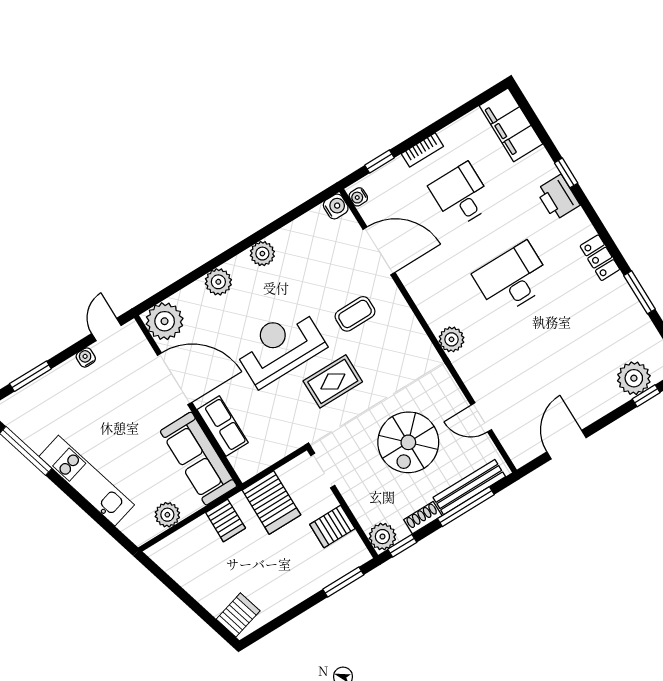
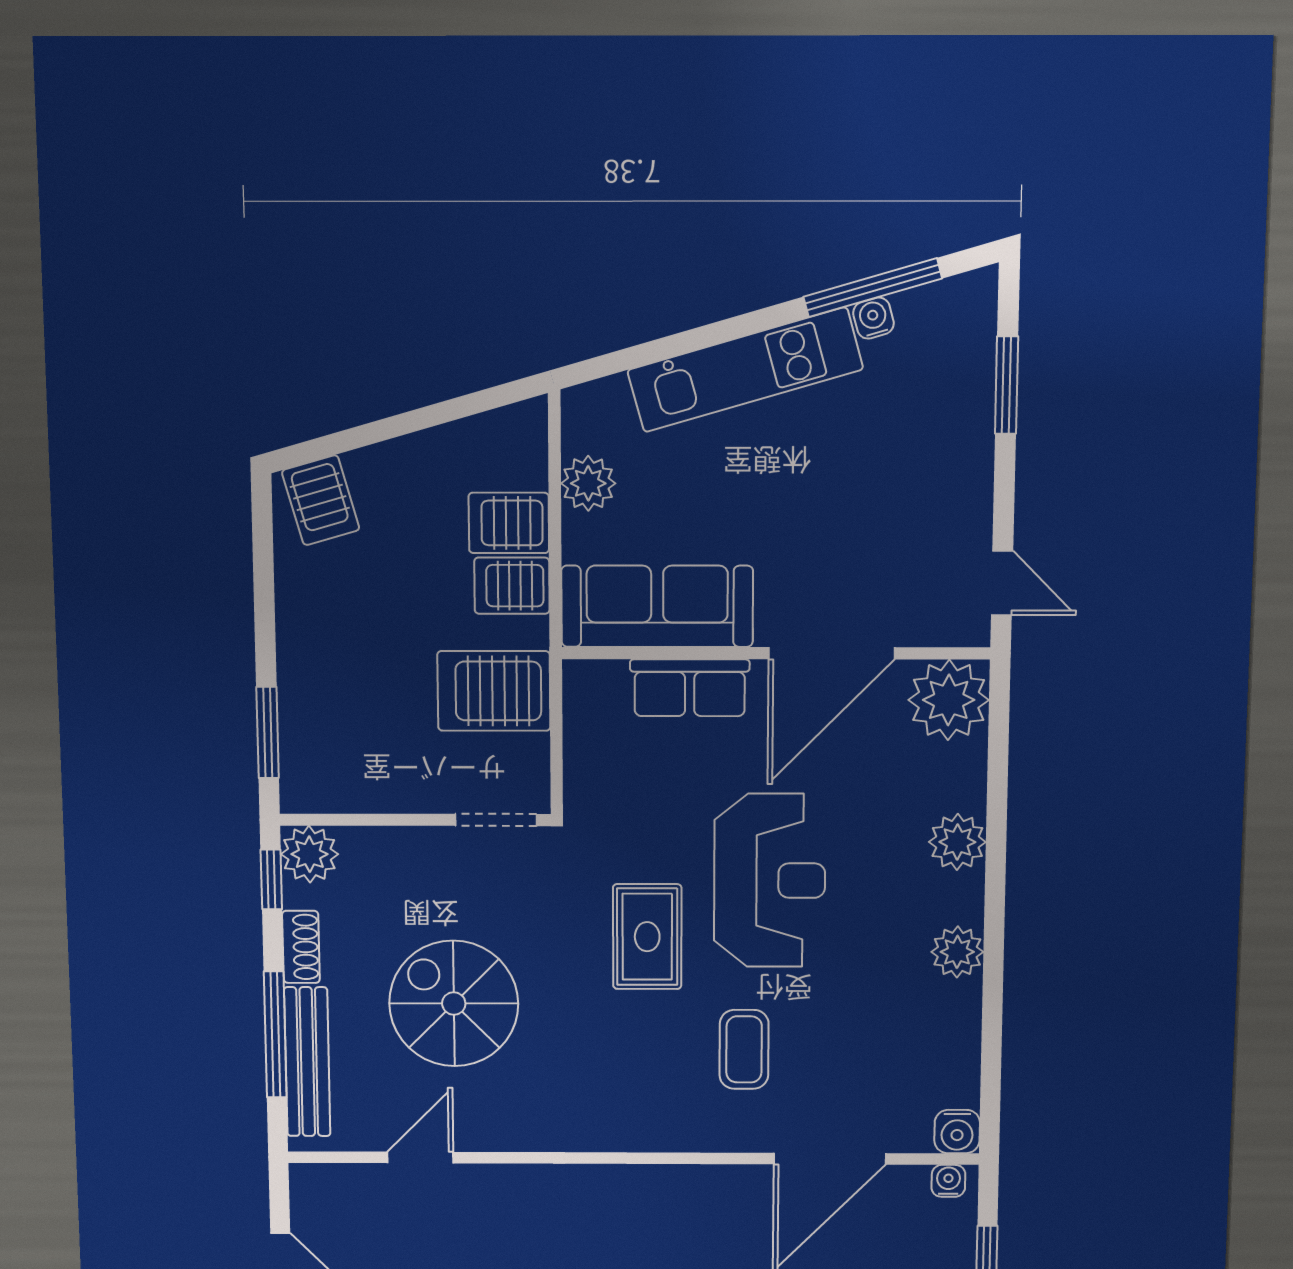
plant: (451, 339) -> (592, 1189), removed
water cooler: (86, 357) -> (873, 318), moved, turned -106
server rack: (332, 527) -> (509, 523), moved, turned -90

